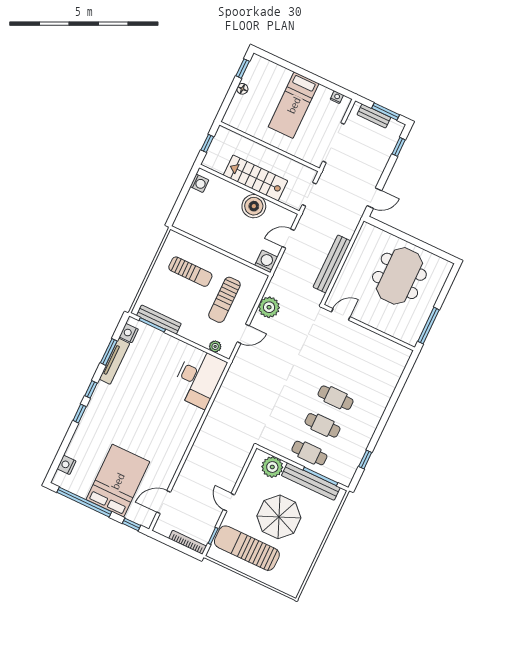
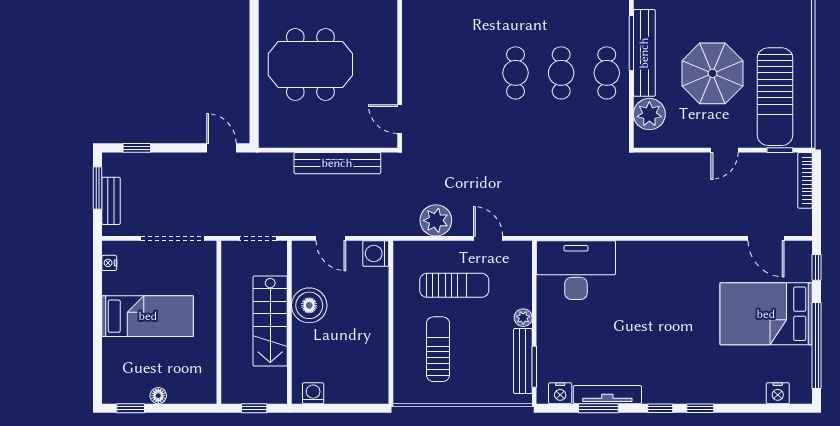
plant: (215, 346) -> (523, 318), moved

